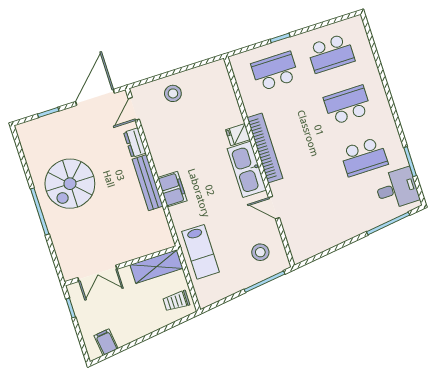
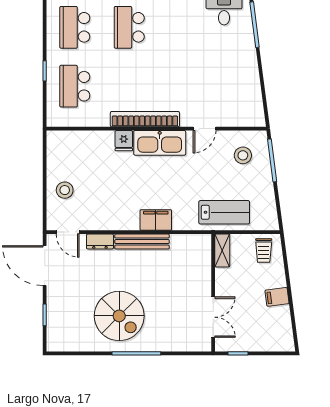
school desk: (331, 53) -> (75, 27), turned 180
school desk: (364, 157) -> (184, 27), removed
shelving: (157, 267) -> (222, 250), width x0.67, depth x0.75
filing cabinet: (106, 342) -> (277, 297), moved

